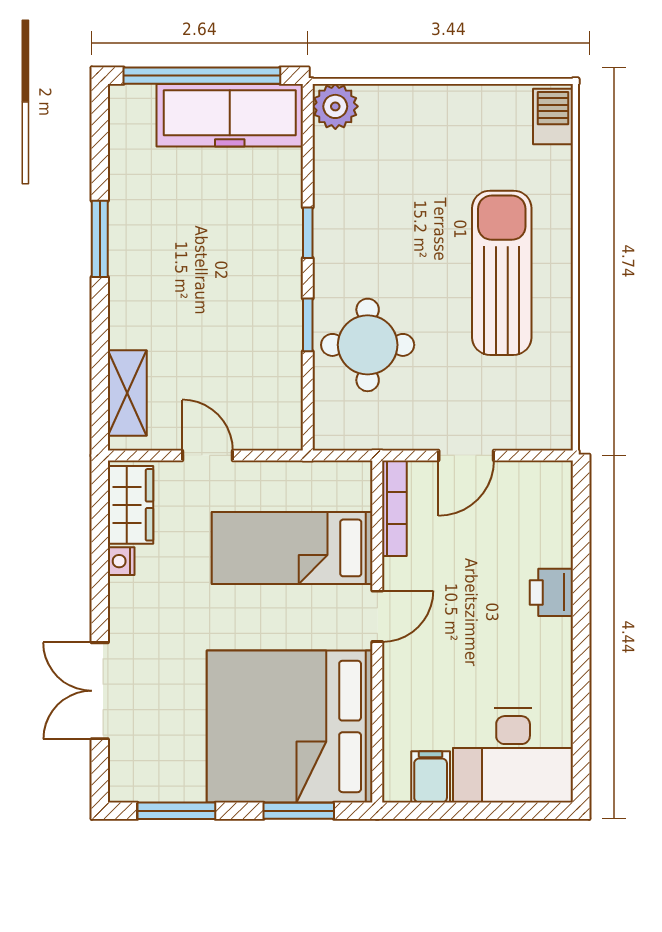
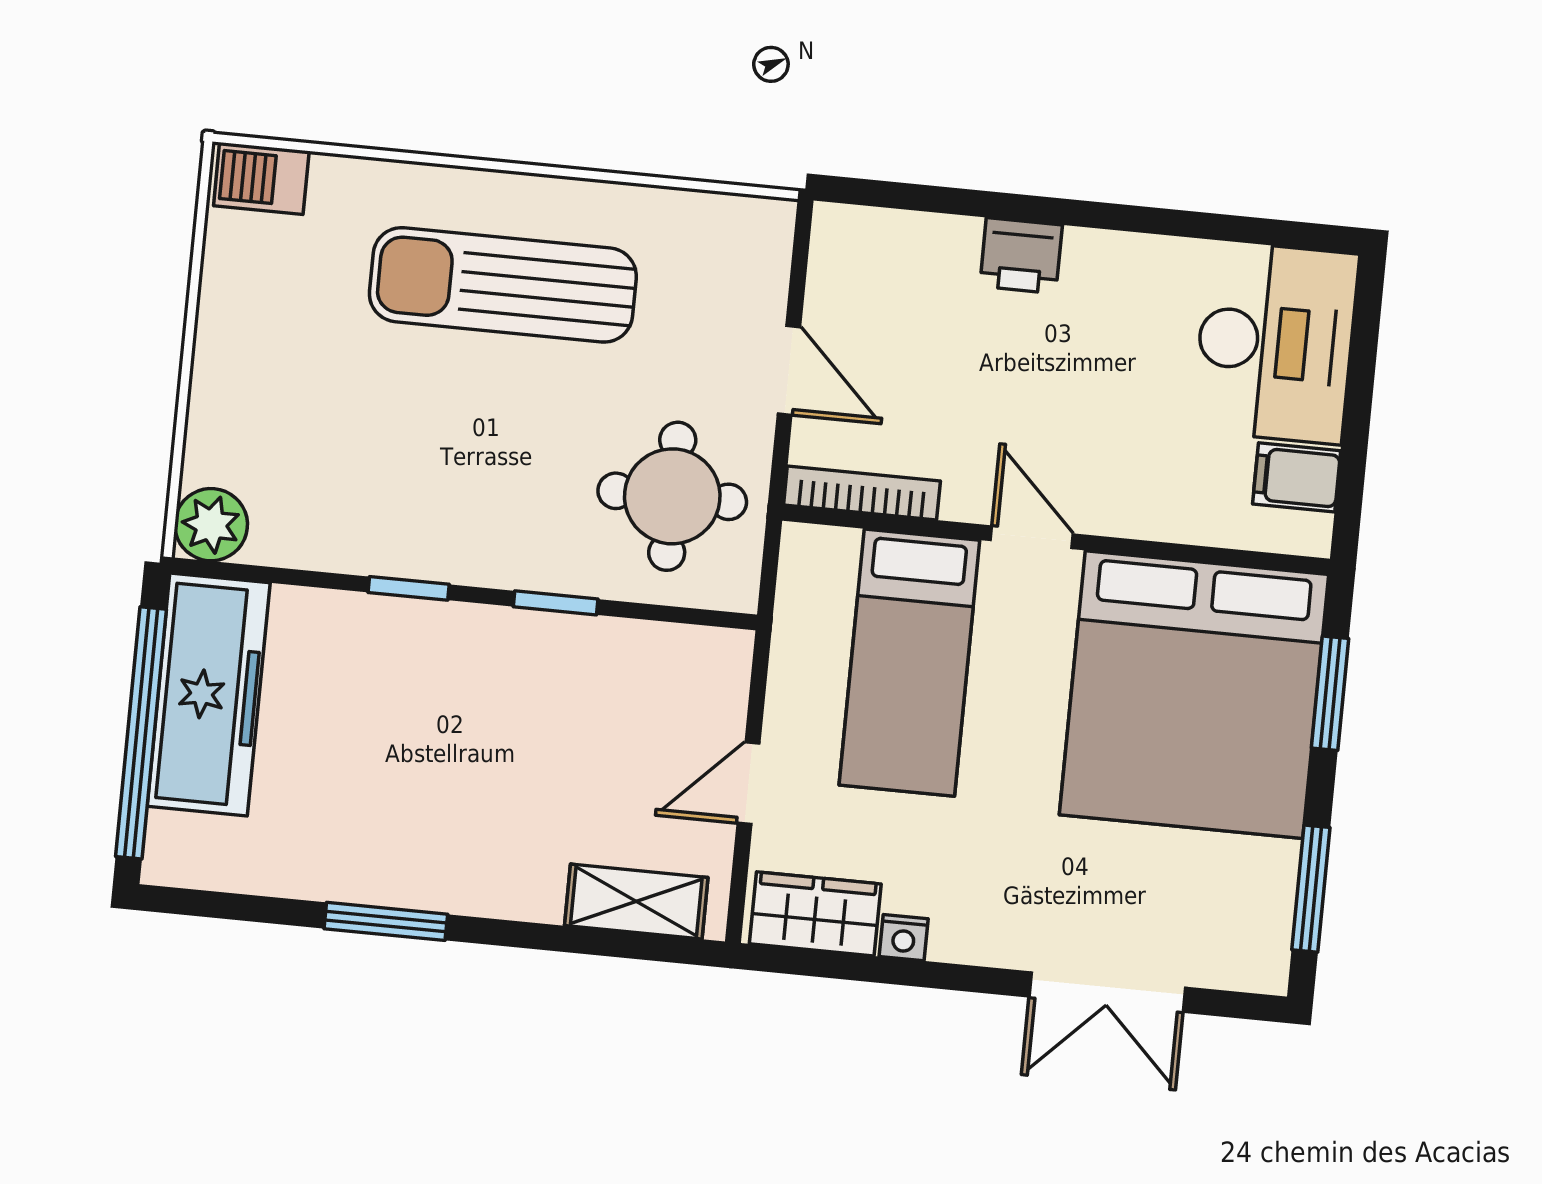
round table: (368, 345) -> (672, 496), moved

